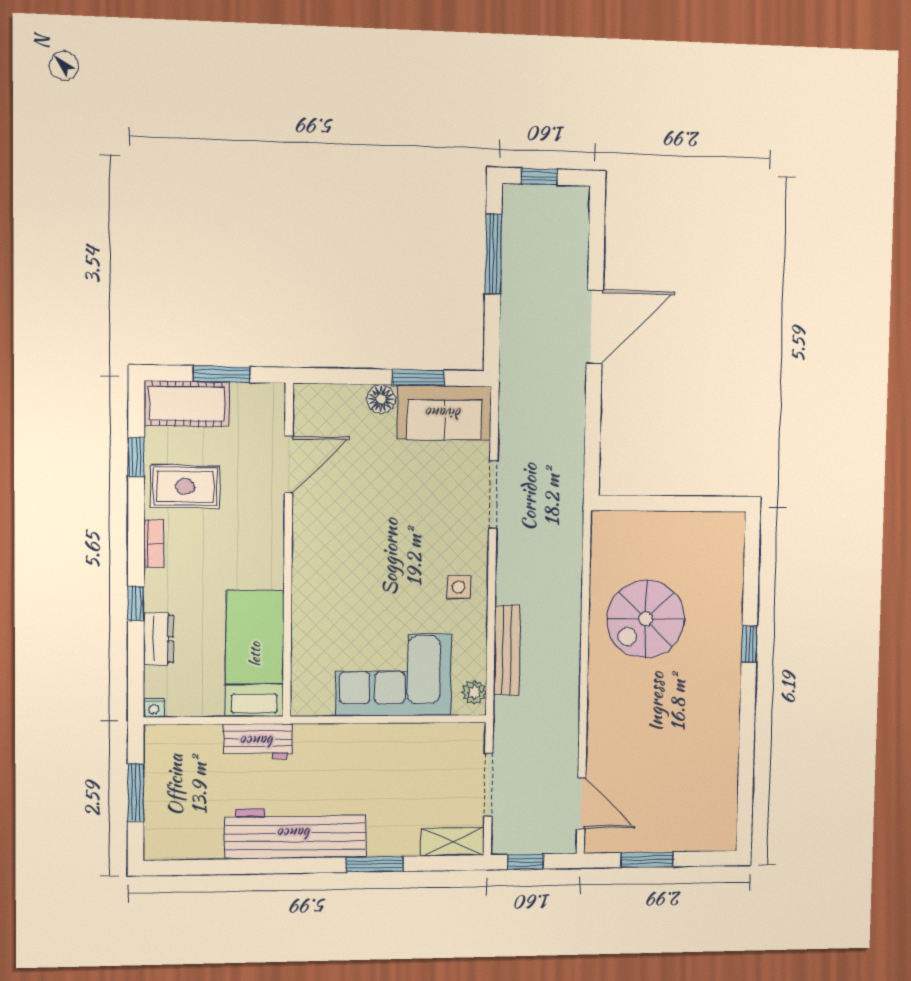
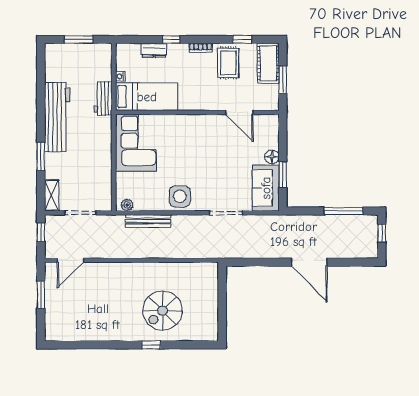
side table: (459, 587) -> (180, 196), width x1.87, depth x1.87
spiral stairs: (646, 619) -> (163, 311), moved, turned -90
corner sofa: (394, 675) -> (136, 143), moved
nightstand: (154, 708) -> (120, 76), moved

